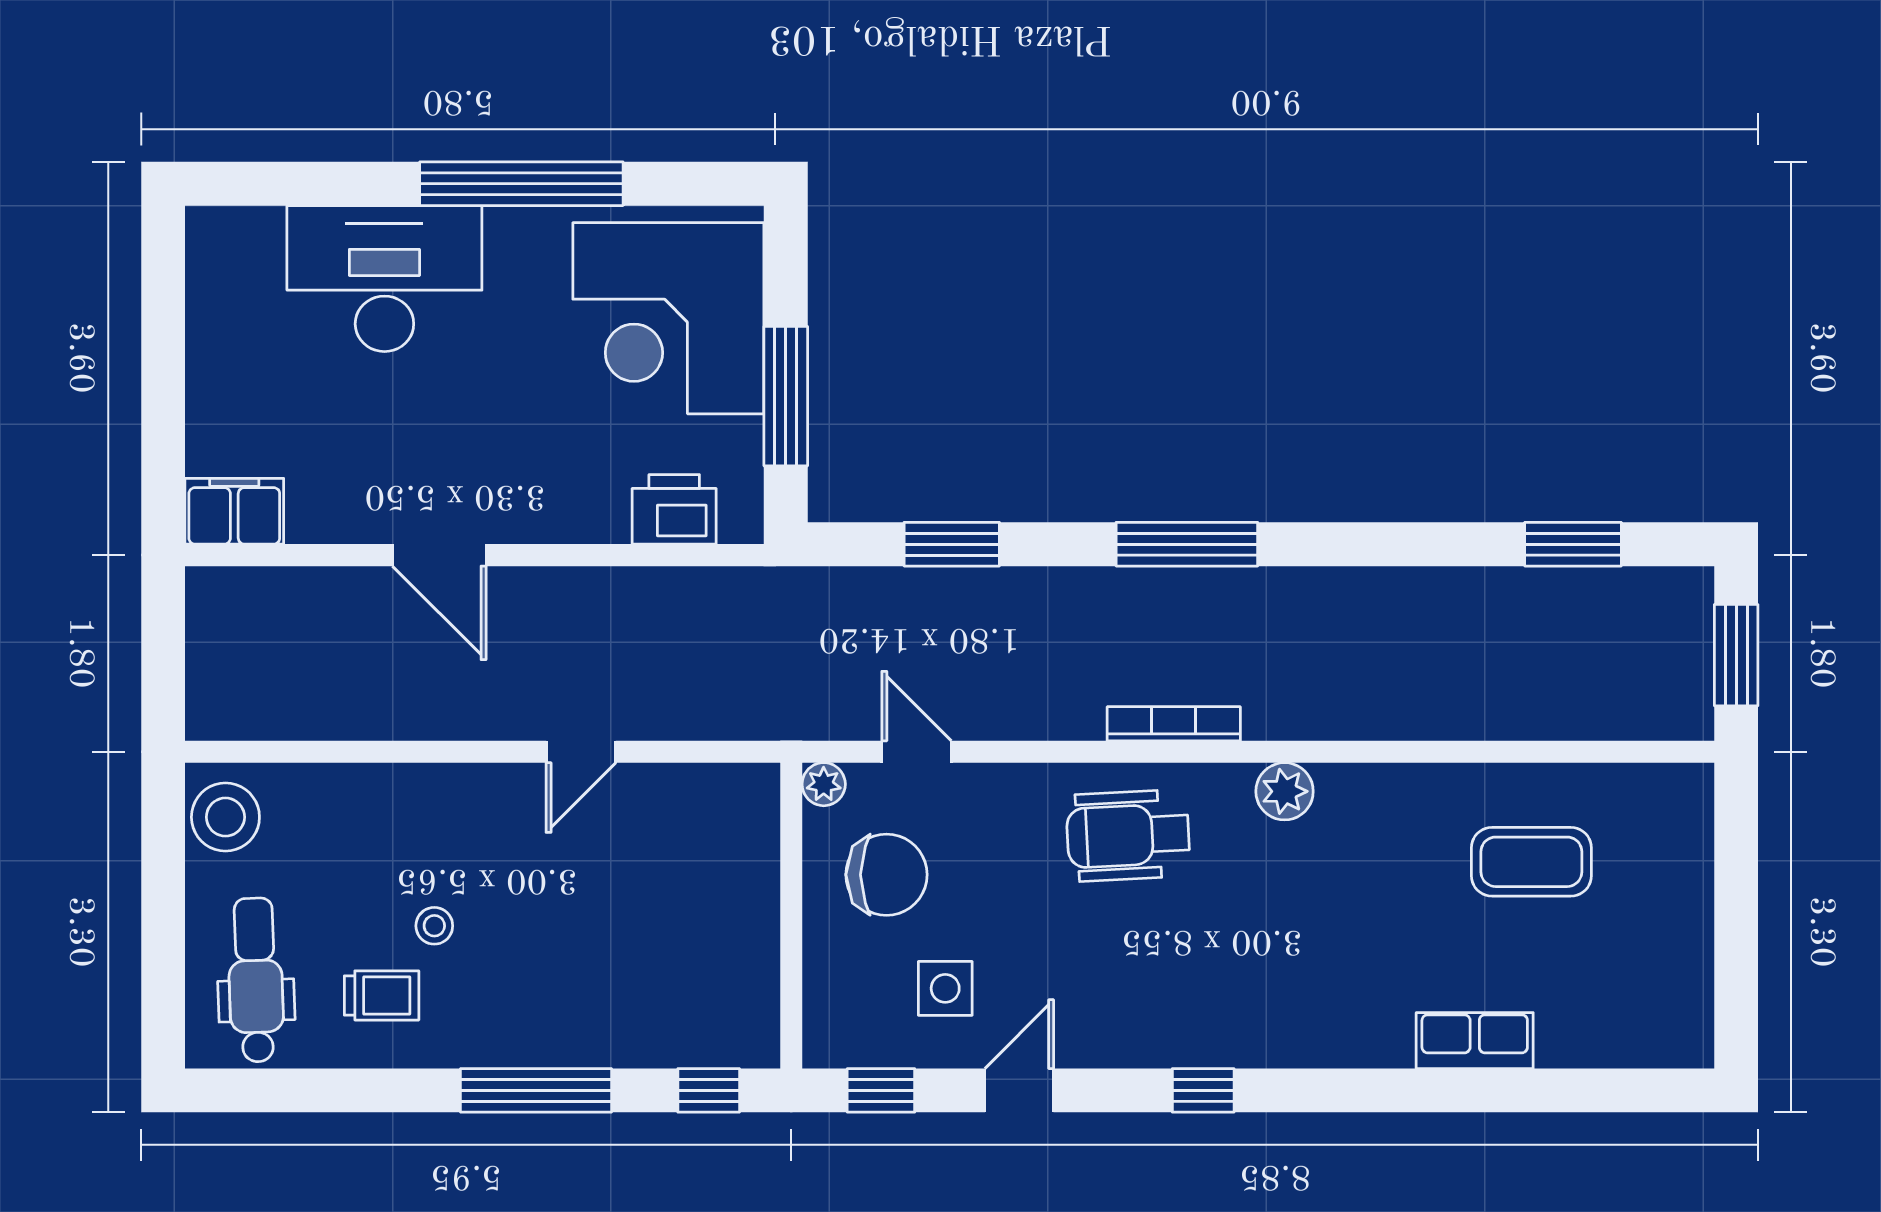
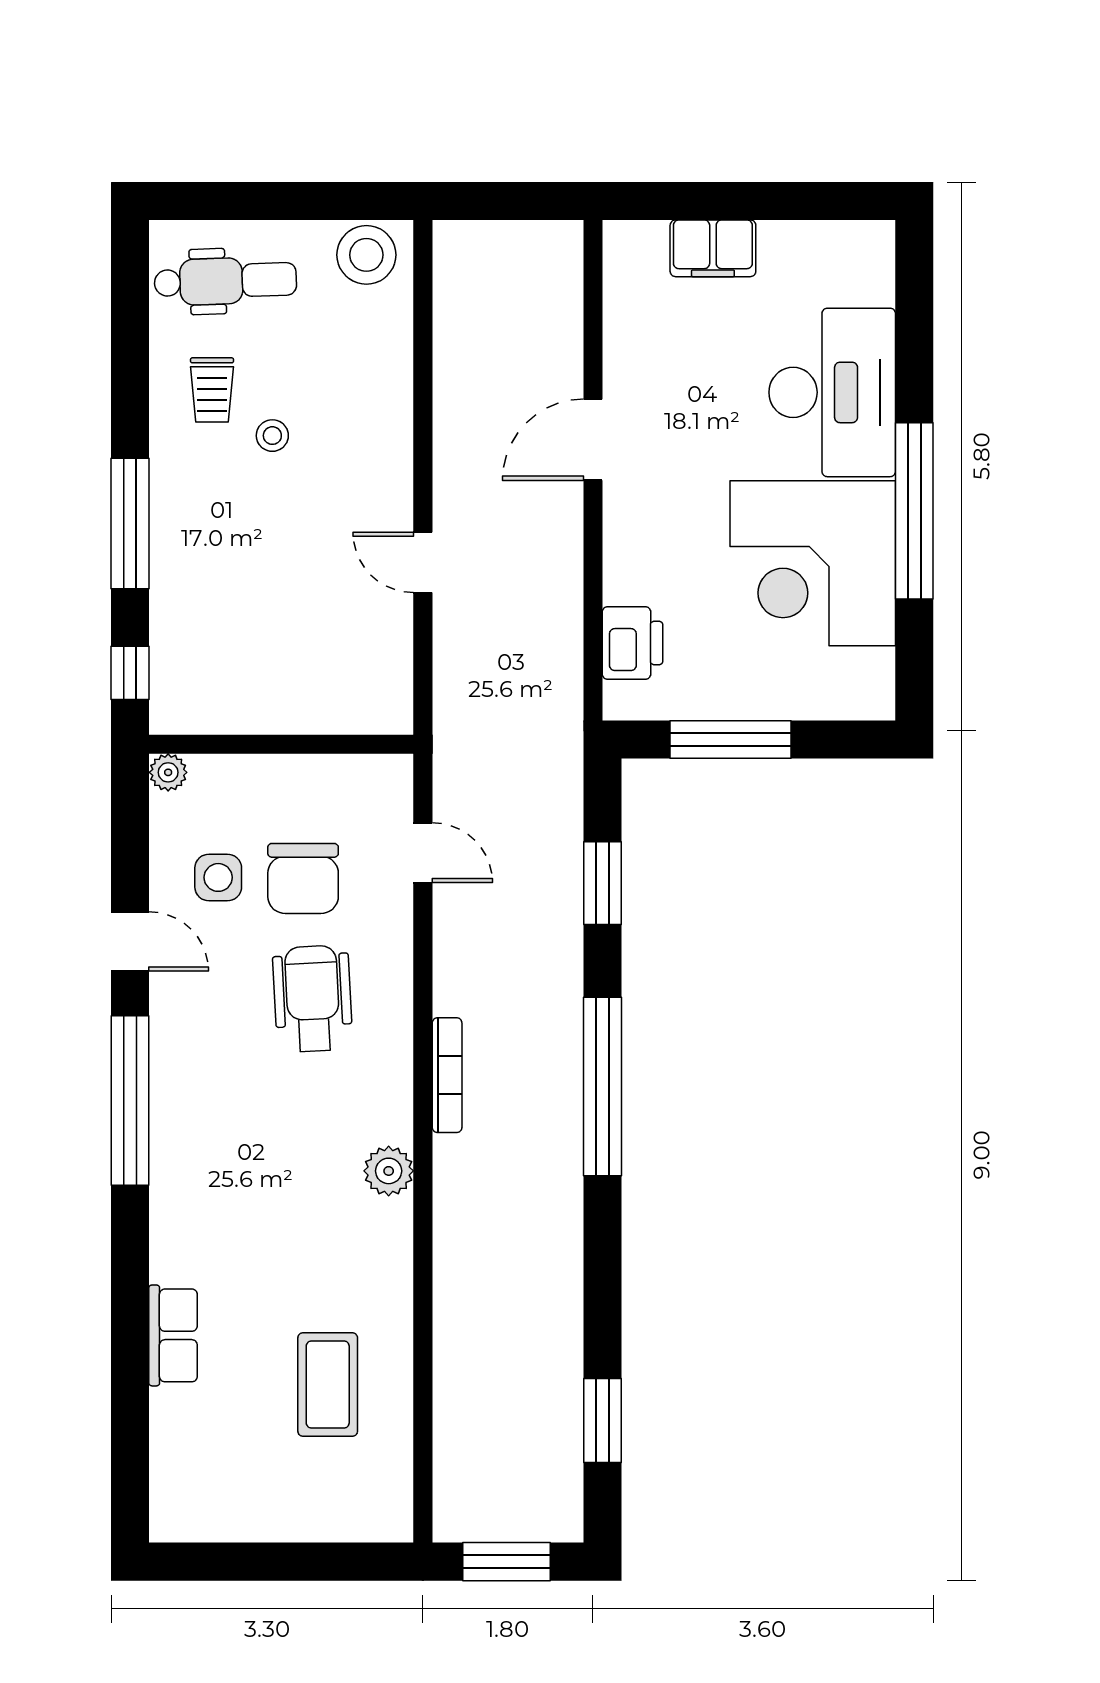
corner desk: (668, 318) -> (813, 563), moved, turned -90
filing cabinet: (234, 511) -> (713, 248), moved, turned 90
window: (1187, 544) -> (602, 1087), width x1.46
door: (917, 752) -> (423, 853), hinge flipped
plant: (824, 784) -> (168, 772), moved
wheelchair: (1128, 836) -> (313, 999), moved
chair: (886, 875) -> (303, 878), moved
window: (881, 1090) -> (130, 822), removed
window: (1203, 1090) -> (130, 1101), width x3.17

